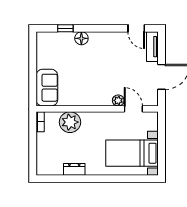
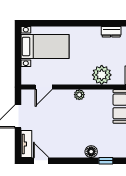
plant: (118, 100) -> (79, 95), moved
door: (133, 109) -> (44, 87), hinge flipped
dresser: (74, 169) -> (111, 32), moved

